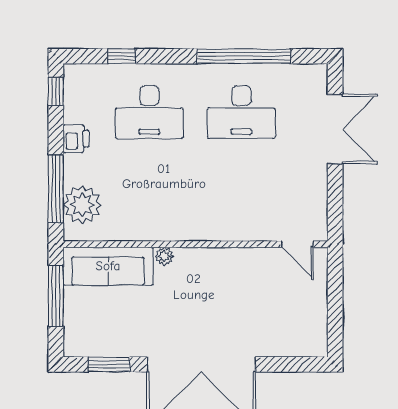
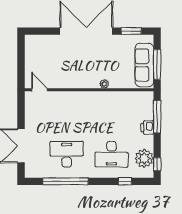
desk: (149, 112) -> (112, 154), turned 180
printer: (76, 139) -> (147, 128), moved
plant: (82, 205) -> (144, 158), moved
sofa: (108, 266) -> (144, 65), moved, turned -90

